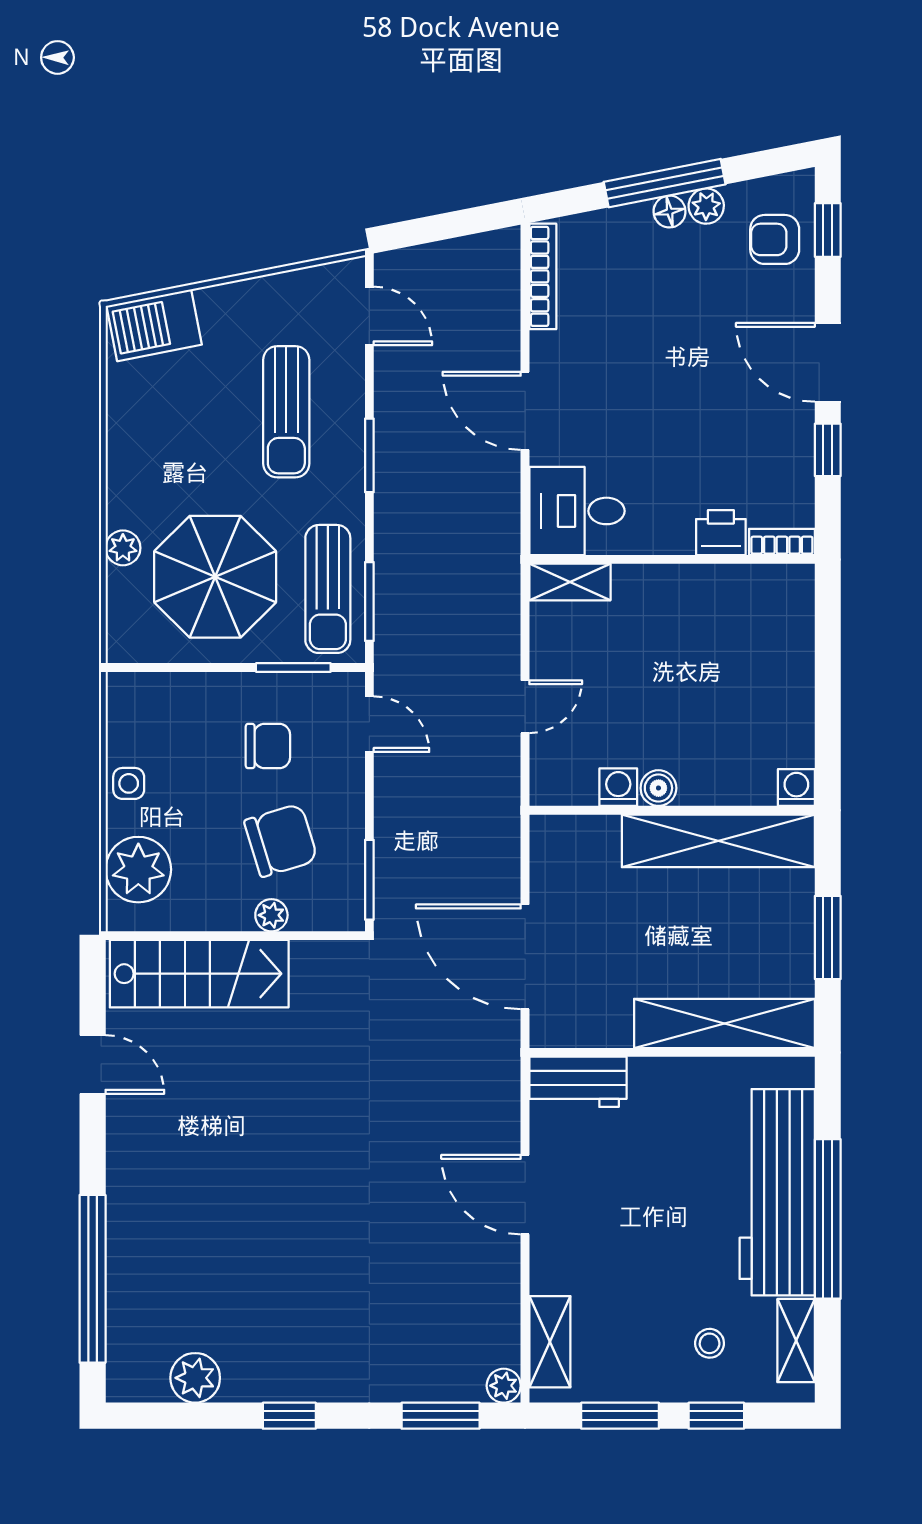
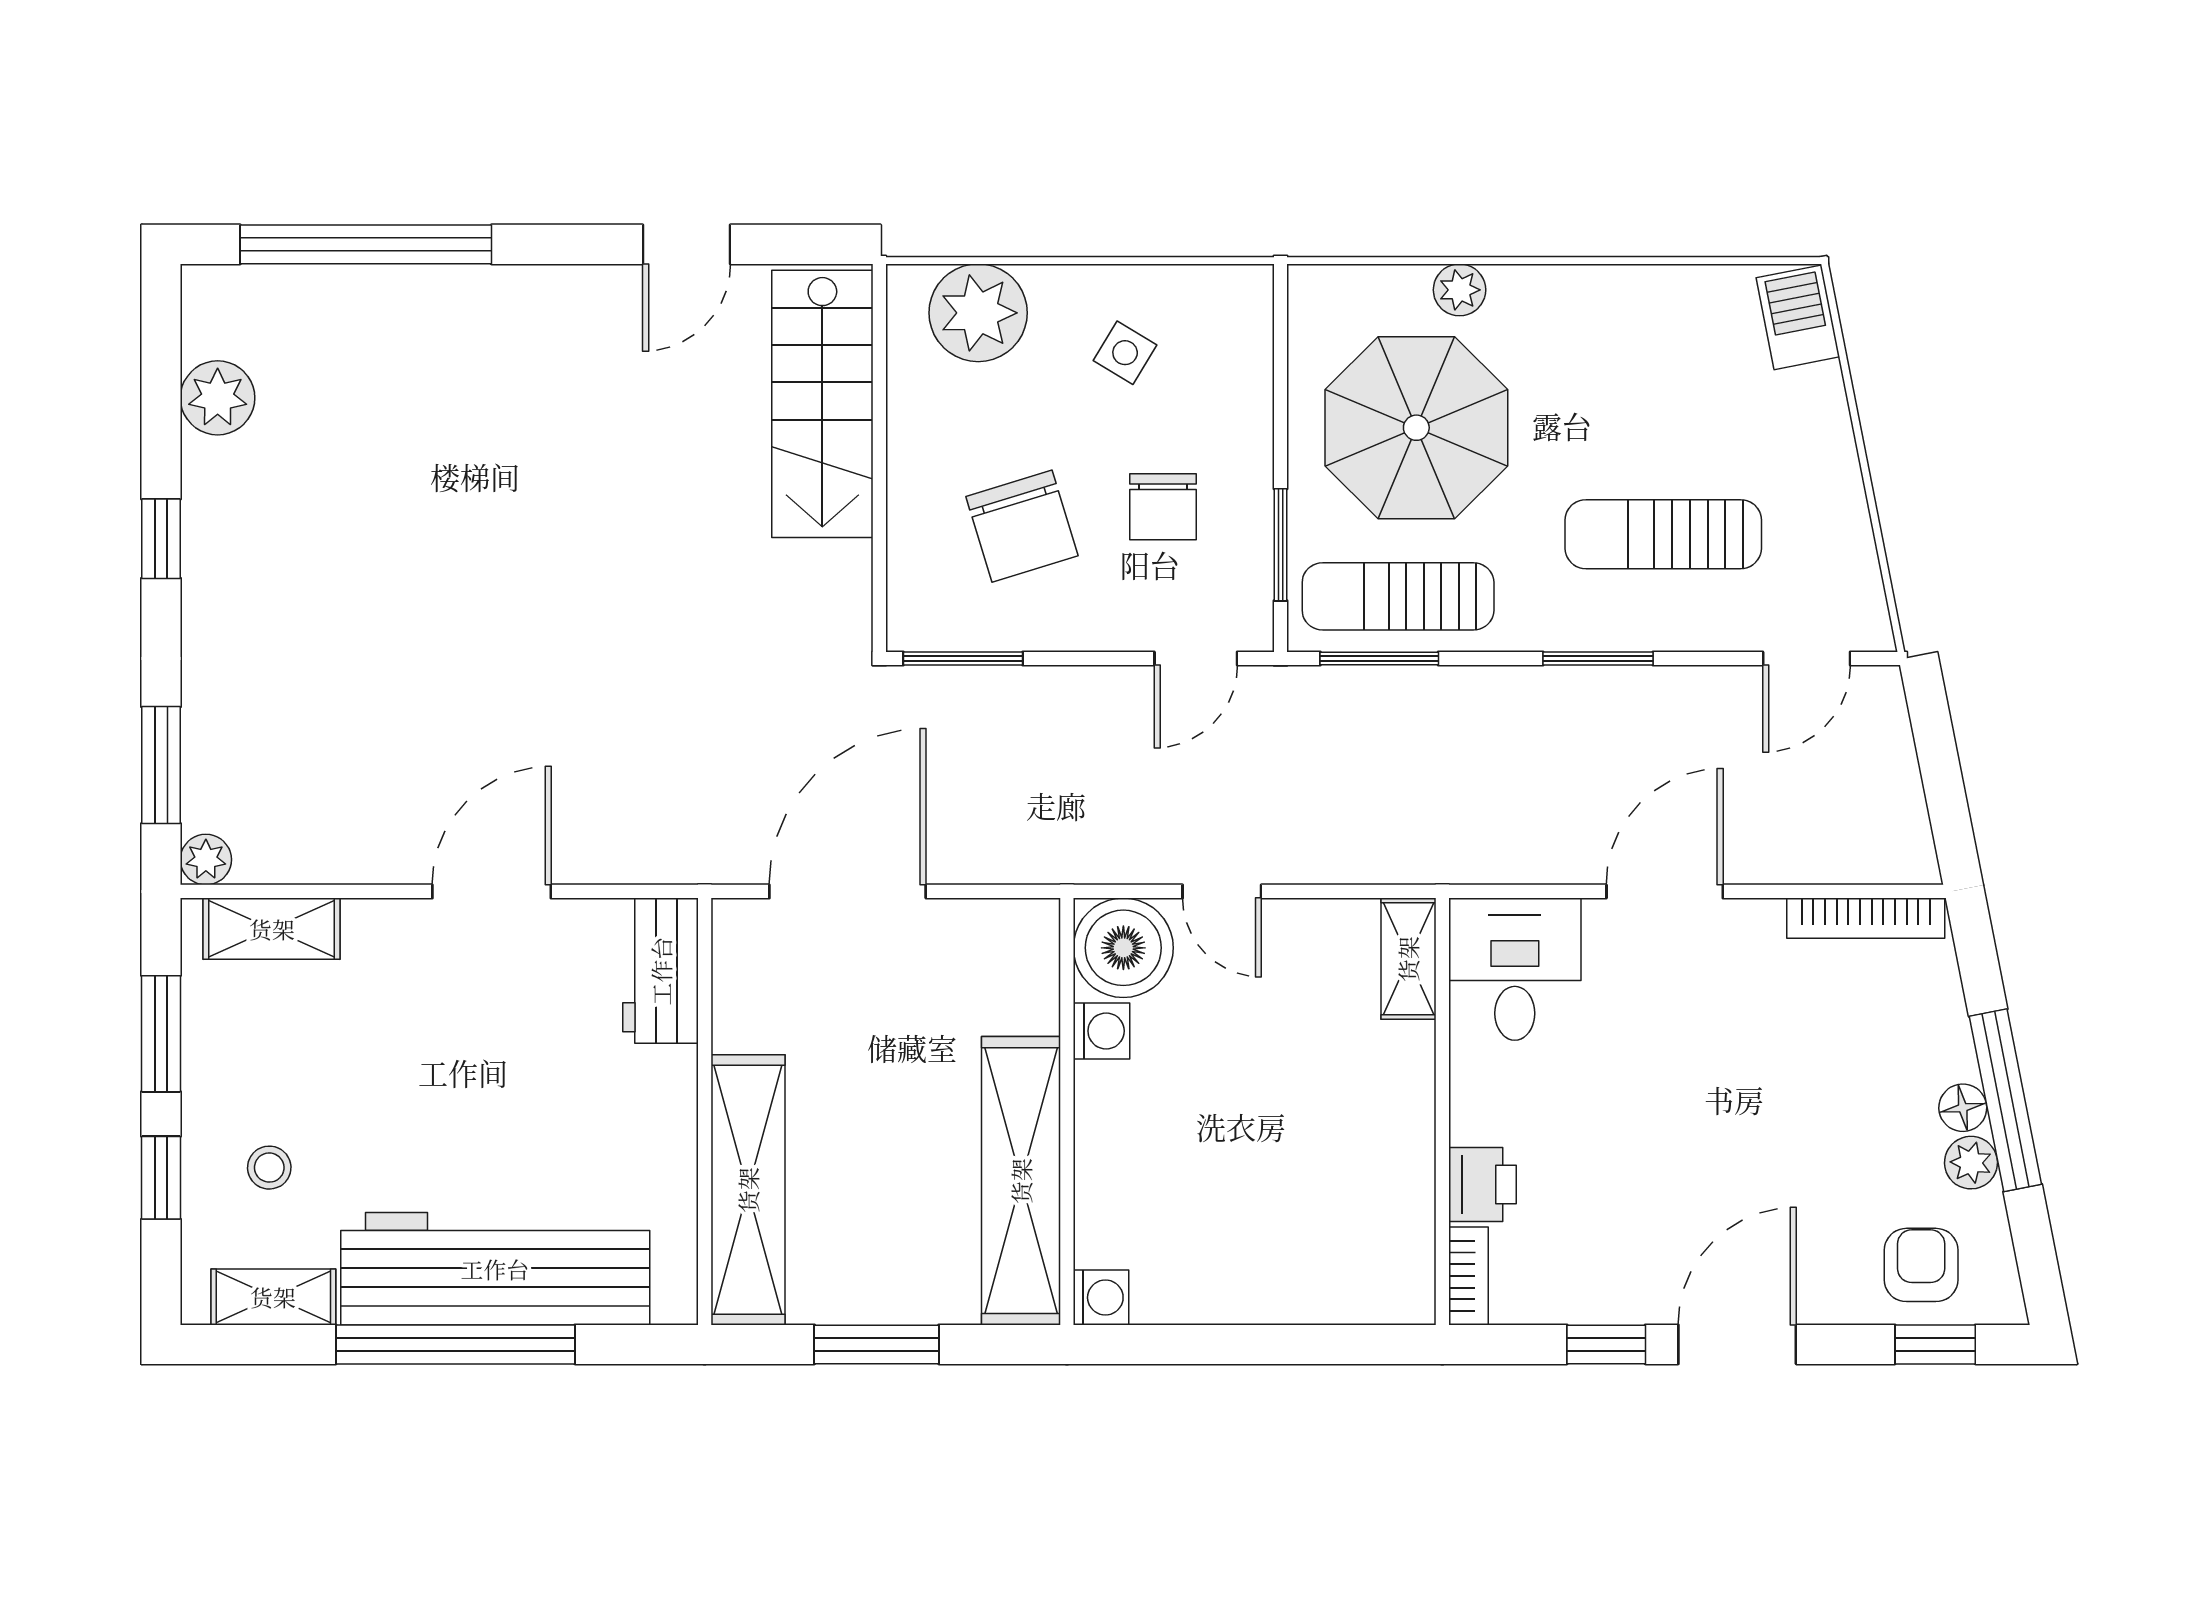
barbecue: (154, 325) -> (1798, 317), width x0.73, depth x0.79
side table: (129, 783) -> (1125, 353), moved, turned 31
boiler: (658, 788) -> (1123, 948), moved, width x1.86, depth x1.86
plant: (271, 915) -> (910, 512), removed

